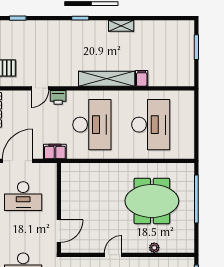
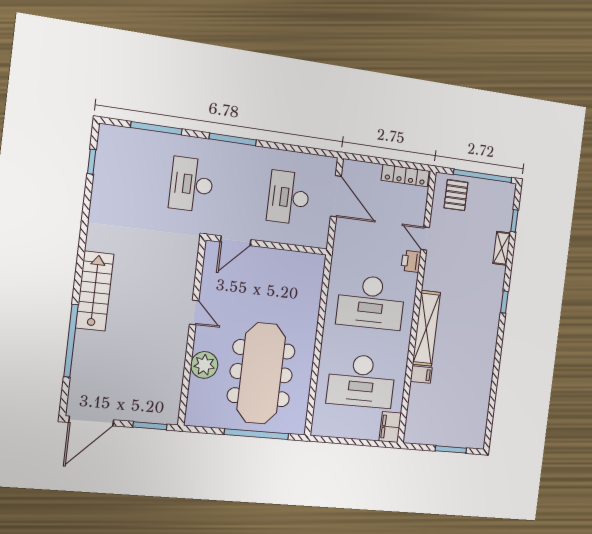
shelving: (121, 26) -> (502, 248), moved
filing cabinet: (55, 152) -> (390, 427), moved, turned 180
meeting table: (152, 201) -> (261, 373), width x1.36
door: (59, 231) -> (236, 241), hinge flipped
plant: (154, 248) -> (204, 365), width x1.88, depth x1.88

